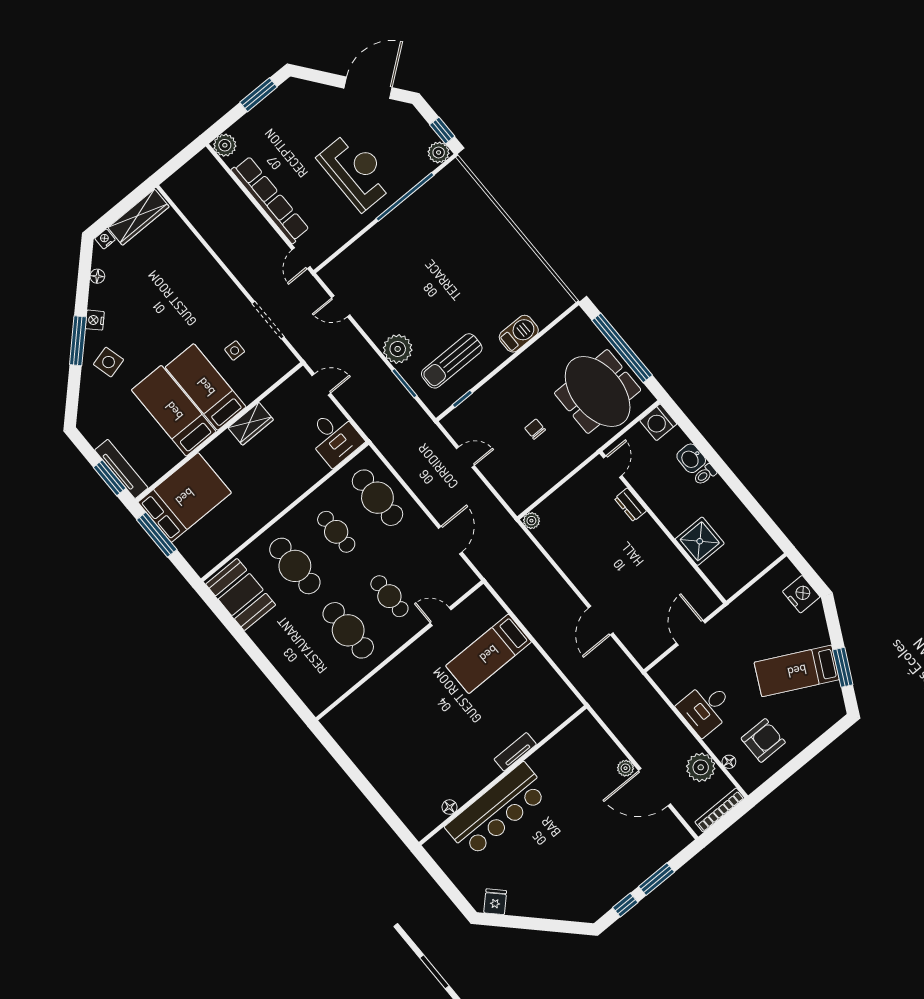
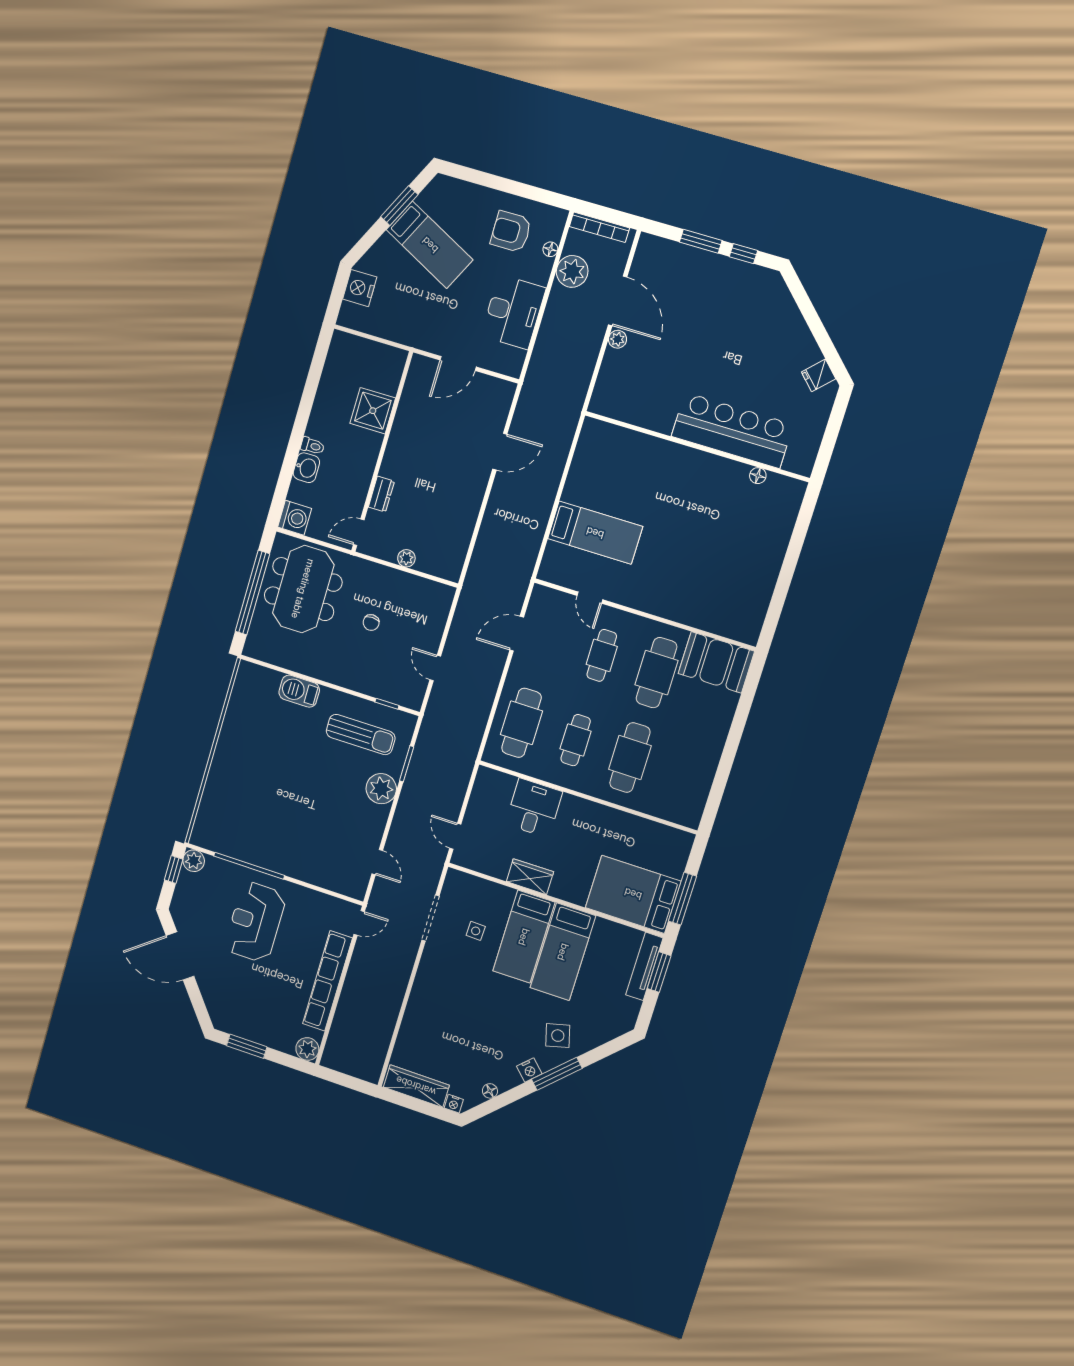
desk: (334, 438) -> (534, 808), moved
plant: (531, 521) -> (406, 558), moved
booth: (241, 594) -> (716, 662), moved, turned 90
desk: (706, 708) -> (513, 312), width x1.37
tv unit: (515, 752) -> (668, 449), removed

